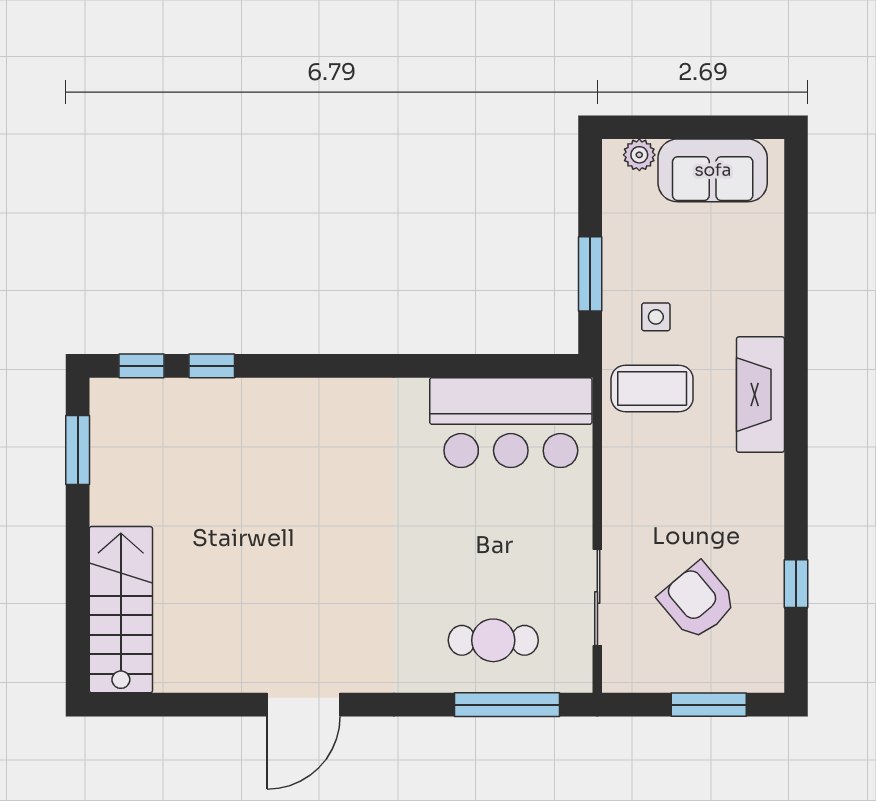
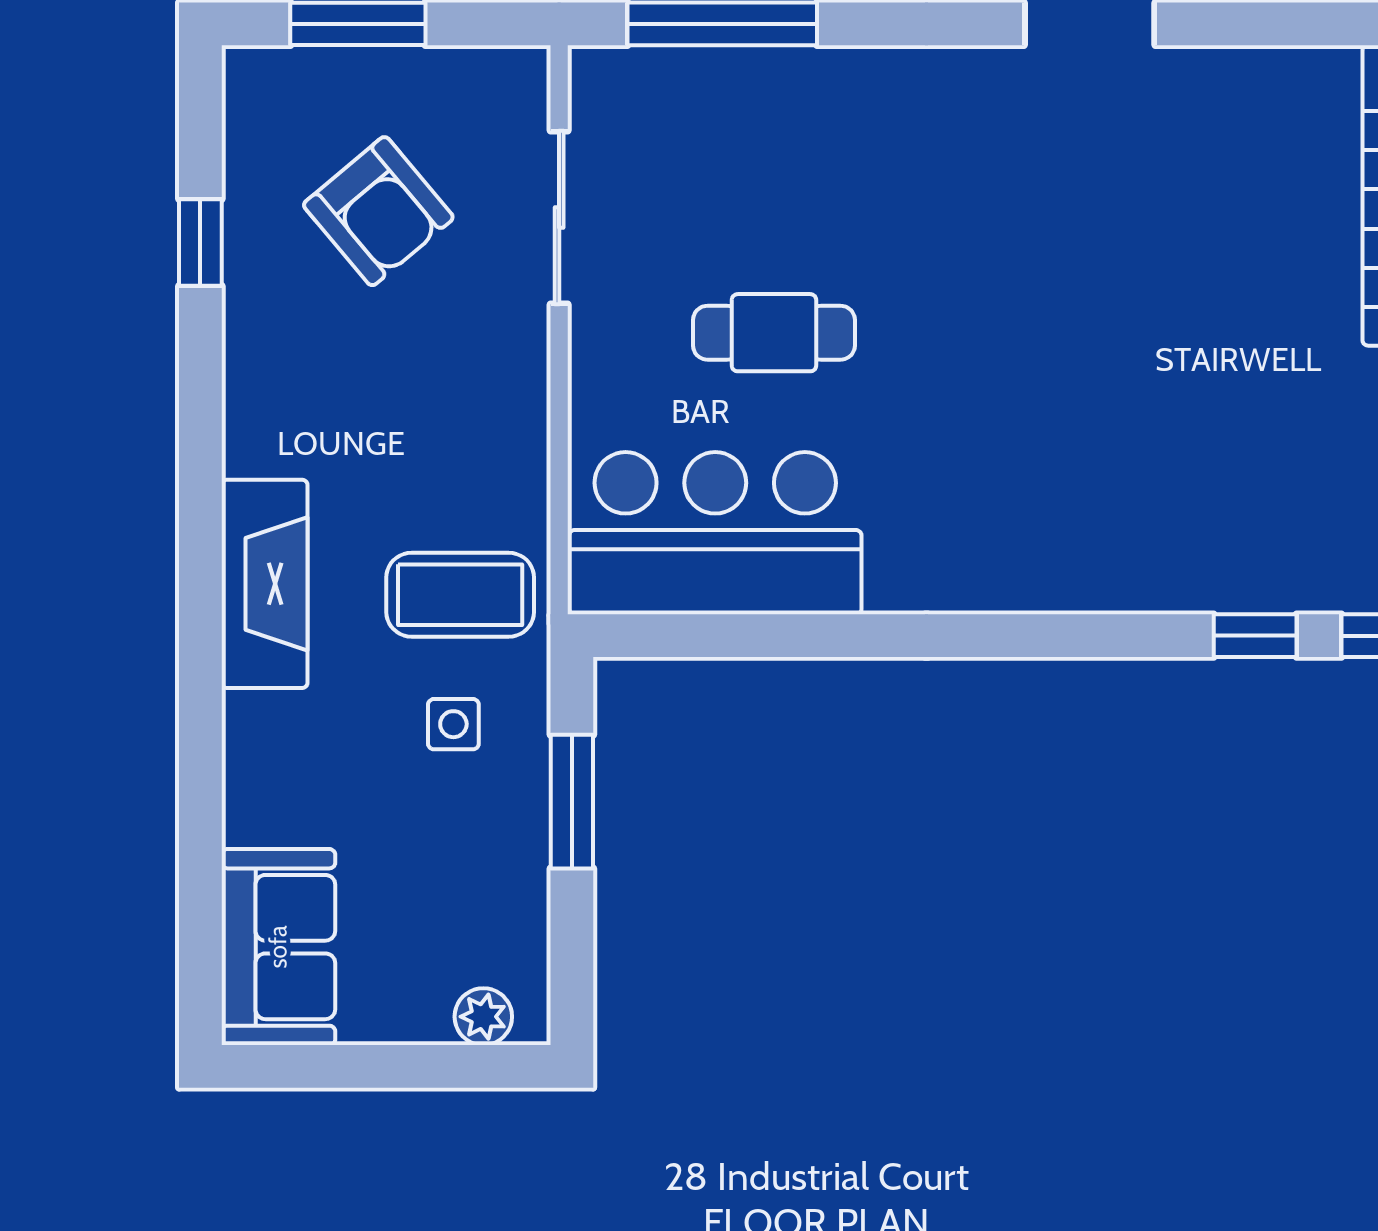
sofa: (713, 170) -> (278, 947), moved, turned 90
cafe table: (493, 640) -> (774, 333), moved

